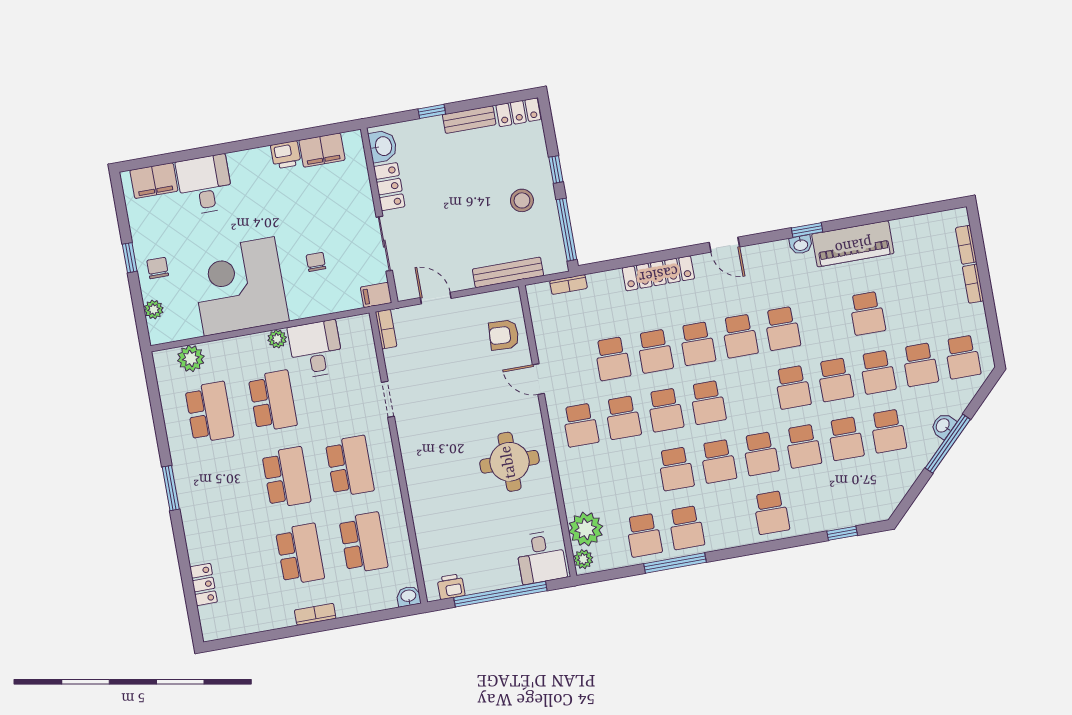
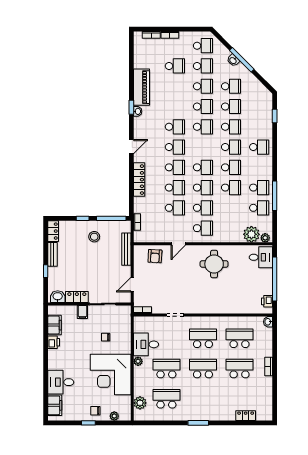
filing cabinet: (376, 295) -> (82, 312), moved
school desk: (867, 313) -> (175, 66), moved

